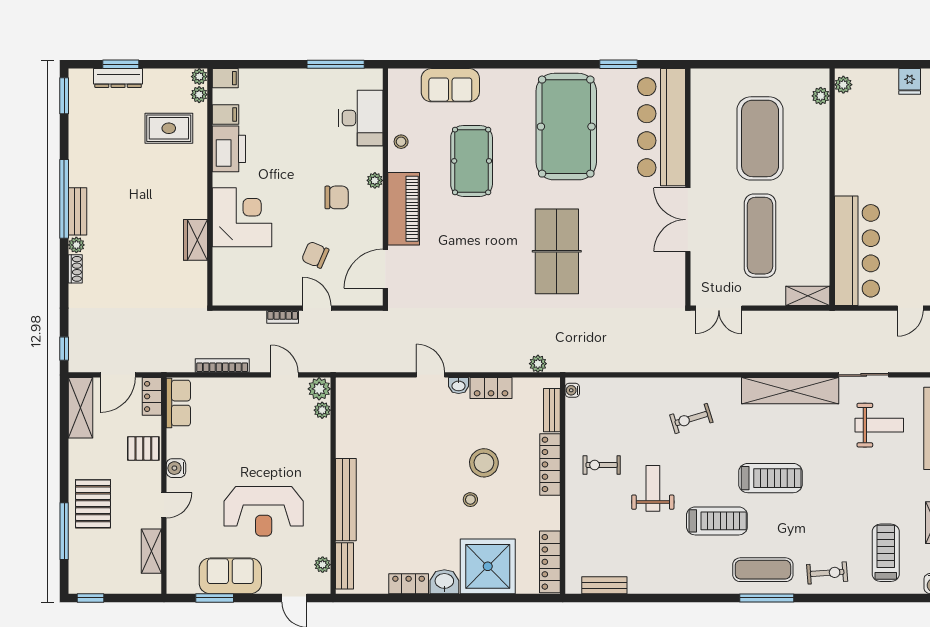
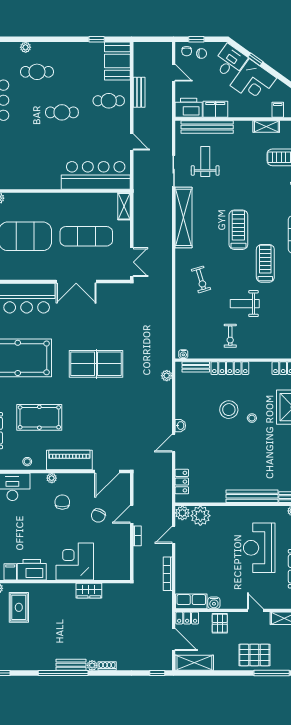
door: (385, 269) -> (107, 472), hinge flipped
locker: (491, 388) -> (182, 482), moved
plant: (322, 410) -> (200, 516), width x1.87, depth x1.87
water cooler: (176, 468) -> (214, 603), moved
reception desk: (264, 511) -> (259, 548), turned 180

